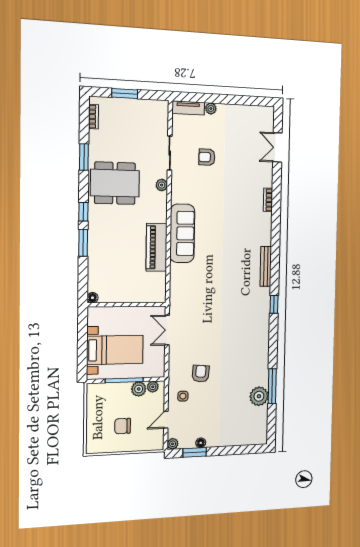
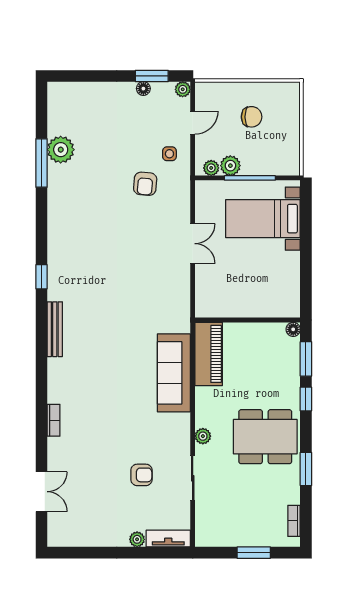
floor lamp: (92, 298) -> (293, 329), moved
wall: (127, 305) -> (248, 320), moved

